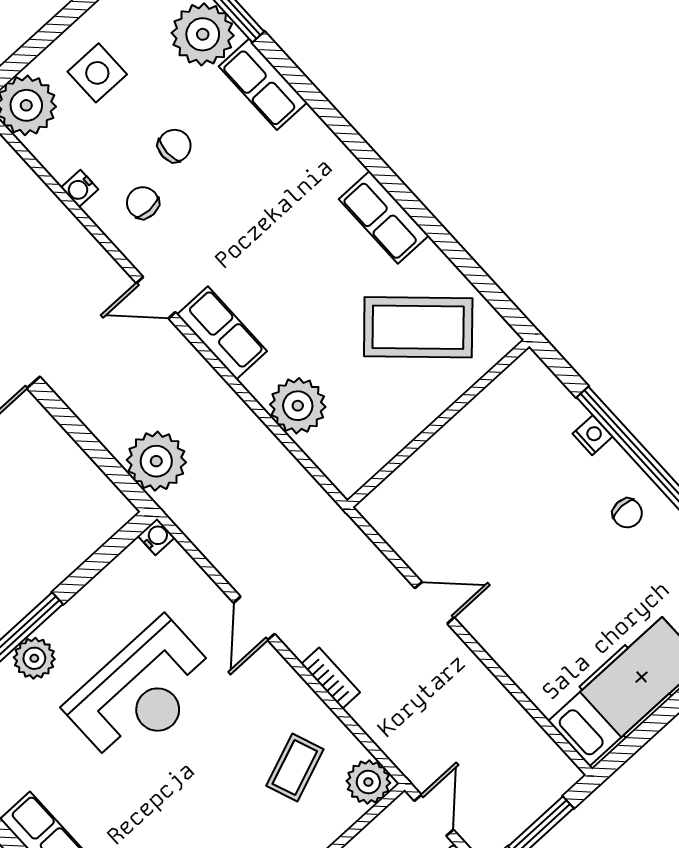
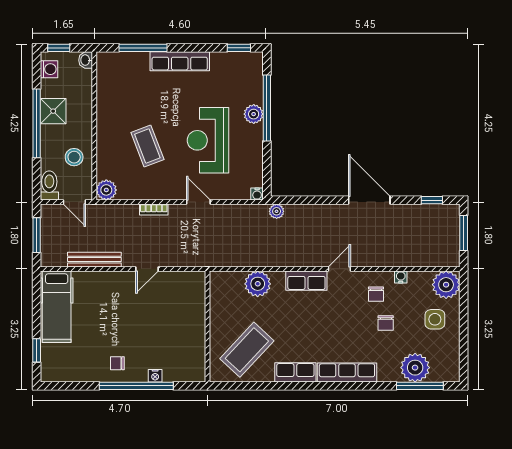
row of seats: (263, 84) -> (347, 373), moved, width x1.48
chair: (143, 203) -> (376, 294), turned 90
plant: (156, 461) -> (277, 211), width x0.53, depth x0.53
bench: (496, 700) -> (94, 260), added
coffee table: (295, 767) -> (147, 146), moved, width x1.36, depth x1.30

